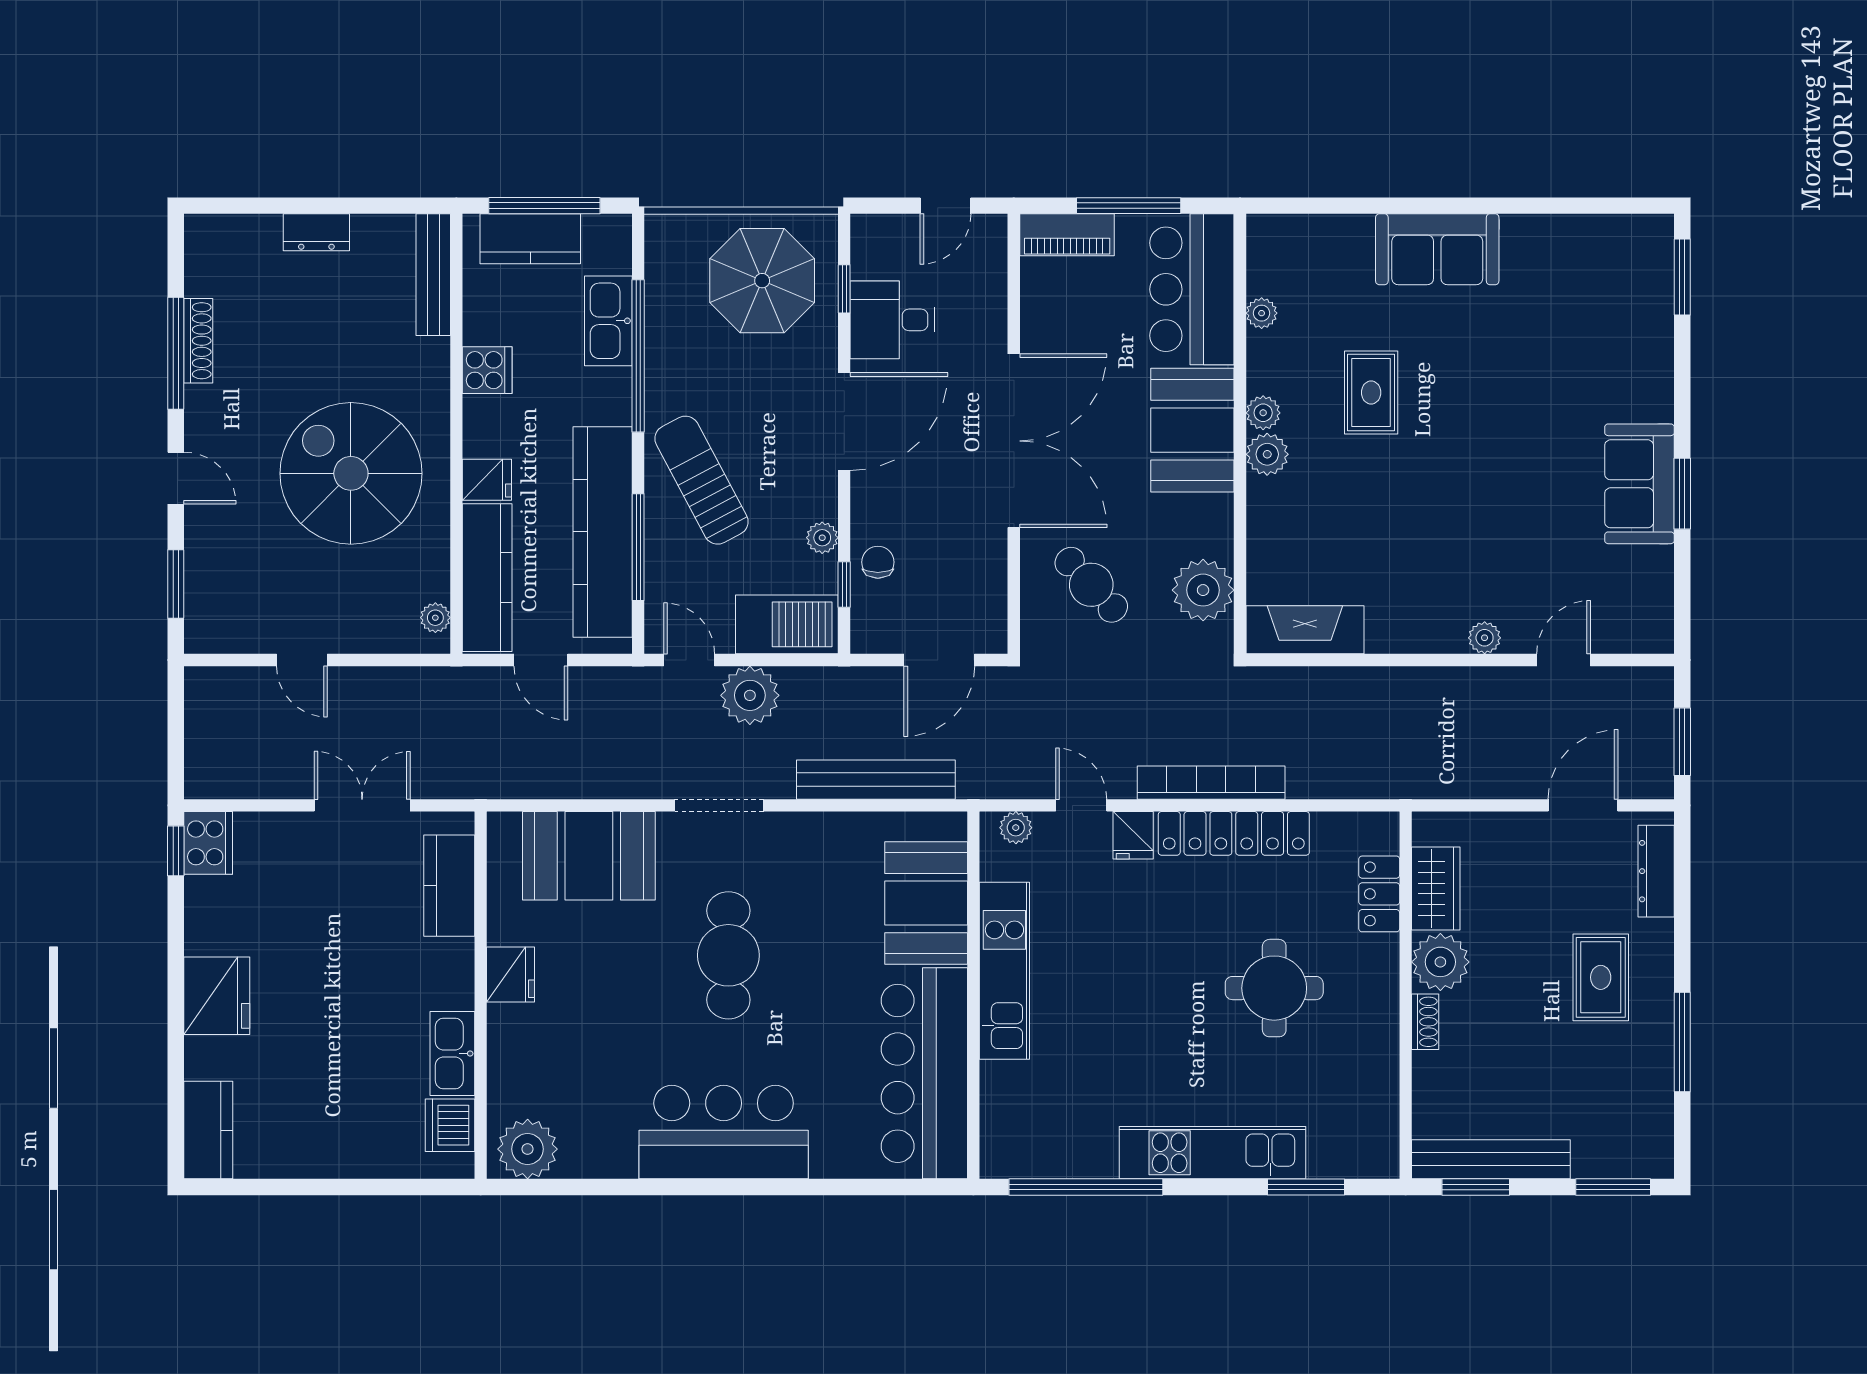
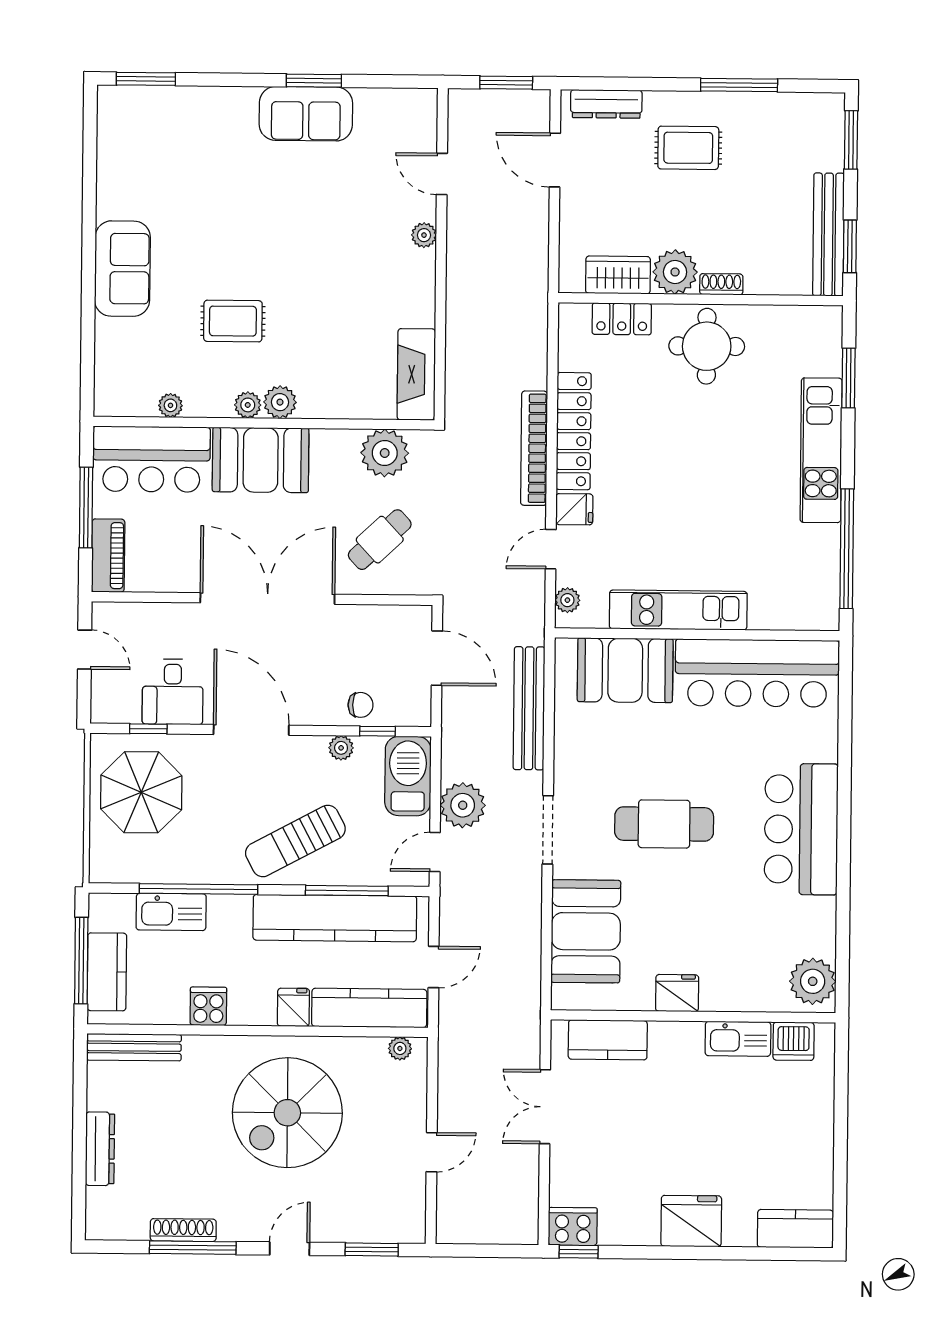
dresser: (316, 232) -> (100, 1149), width x1.44
chair: (878, 562) -> (361, 705), turned 180
round table: (1274, 988) -> (707, 346), moved

